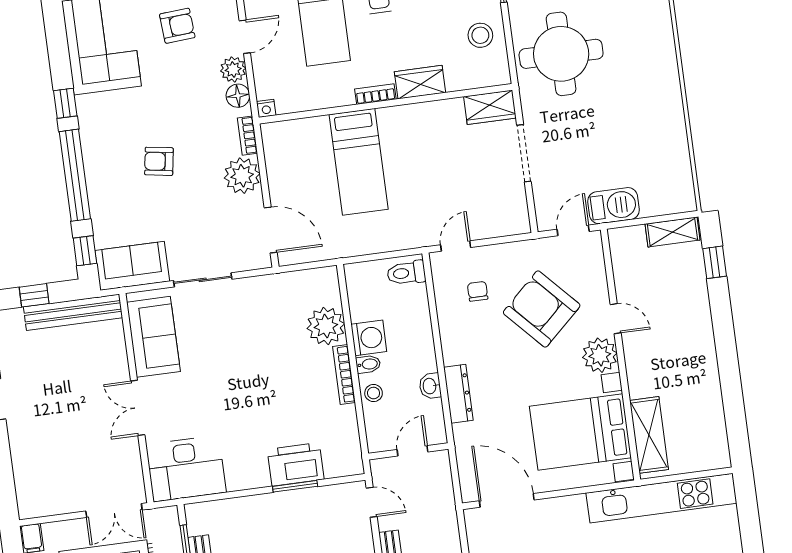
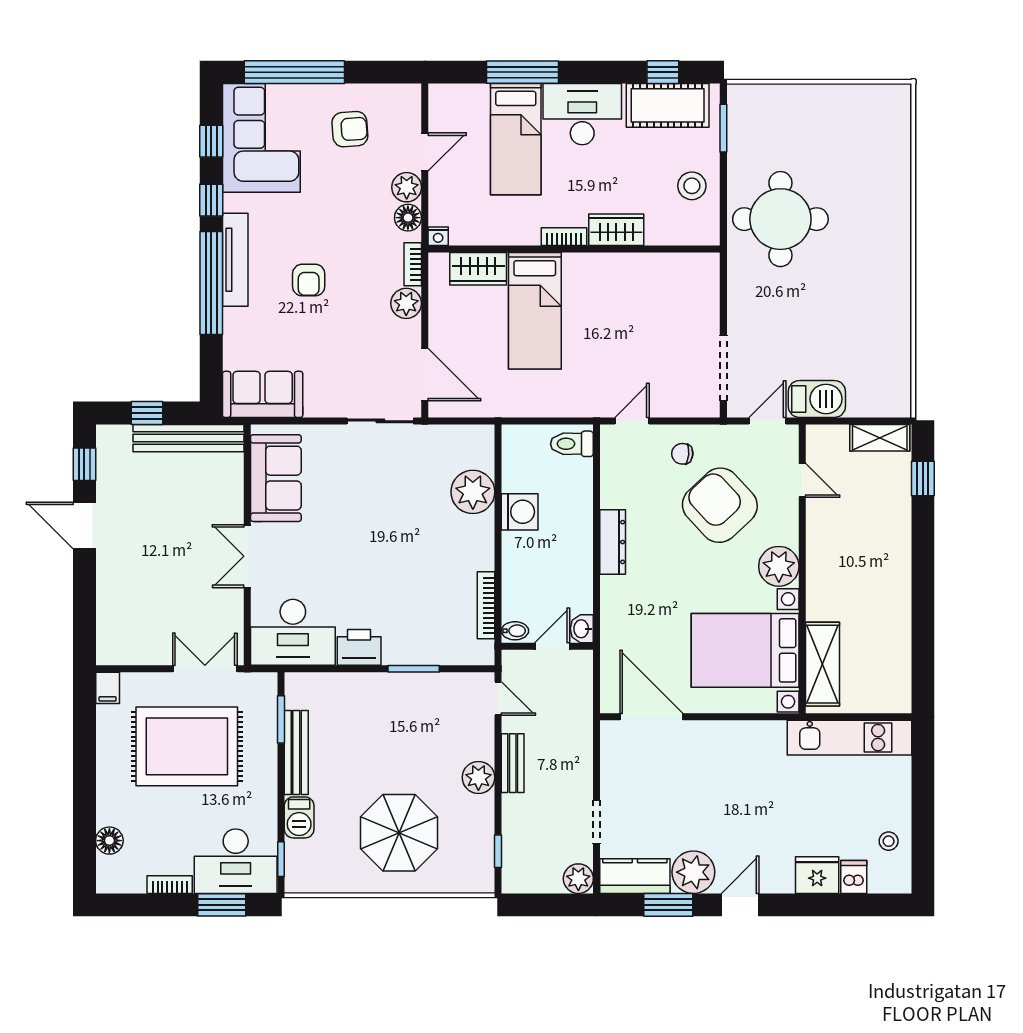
wardrobe: (490, 107) -> (478, 269), moved
tv unit: (93, 152) -> (235, 260), added
doorway: (524, 153) -> (723, 368), moved
armchair: (159, 161) -> (309, 280), turned -99
plant: (242, 176) -> (406, 303), width x0.73, depth x0.73
window: (85, 251) -> (211, 141), moved
sliding door: (203, 280) -> (380, 421), moved
chair: (478, 291) -> (682, 454), moved, turned -85
door: (616, 319) -> (802, 480), moved
bidet: (368, 364) -> (515, 631), moved
bookcase: (344, 375) -> (486, 605), moved
washbasin: (430, 386) -> (582, 629), moved
stool: (374, 393) -> (517, 575), removed
dresser: (458, 394) -> (613, 542), moved
printer: (296, 464) -> (359, 647), moved, width x0.73, depth x0.84
kitchen unit: (661, 498) -> (849, 738), width x0.73
double door: (114, 510) -> (205, 669), swing flipped

